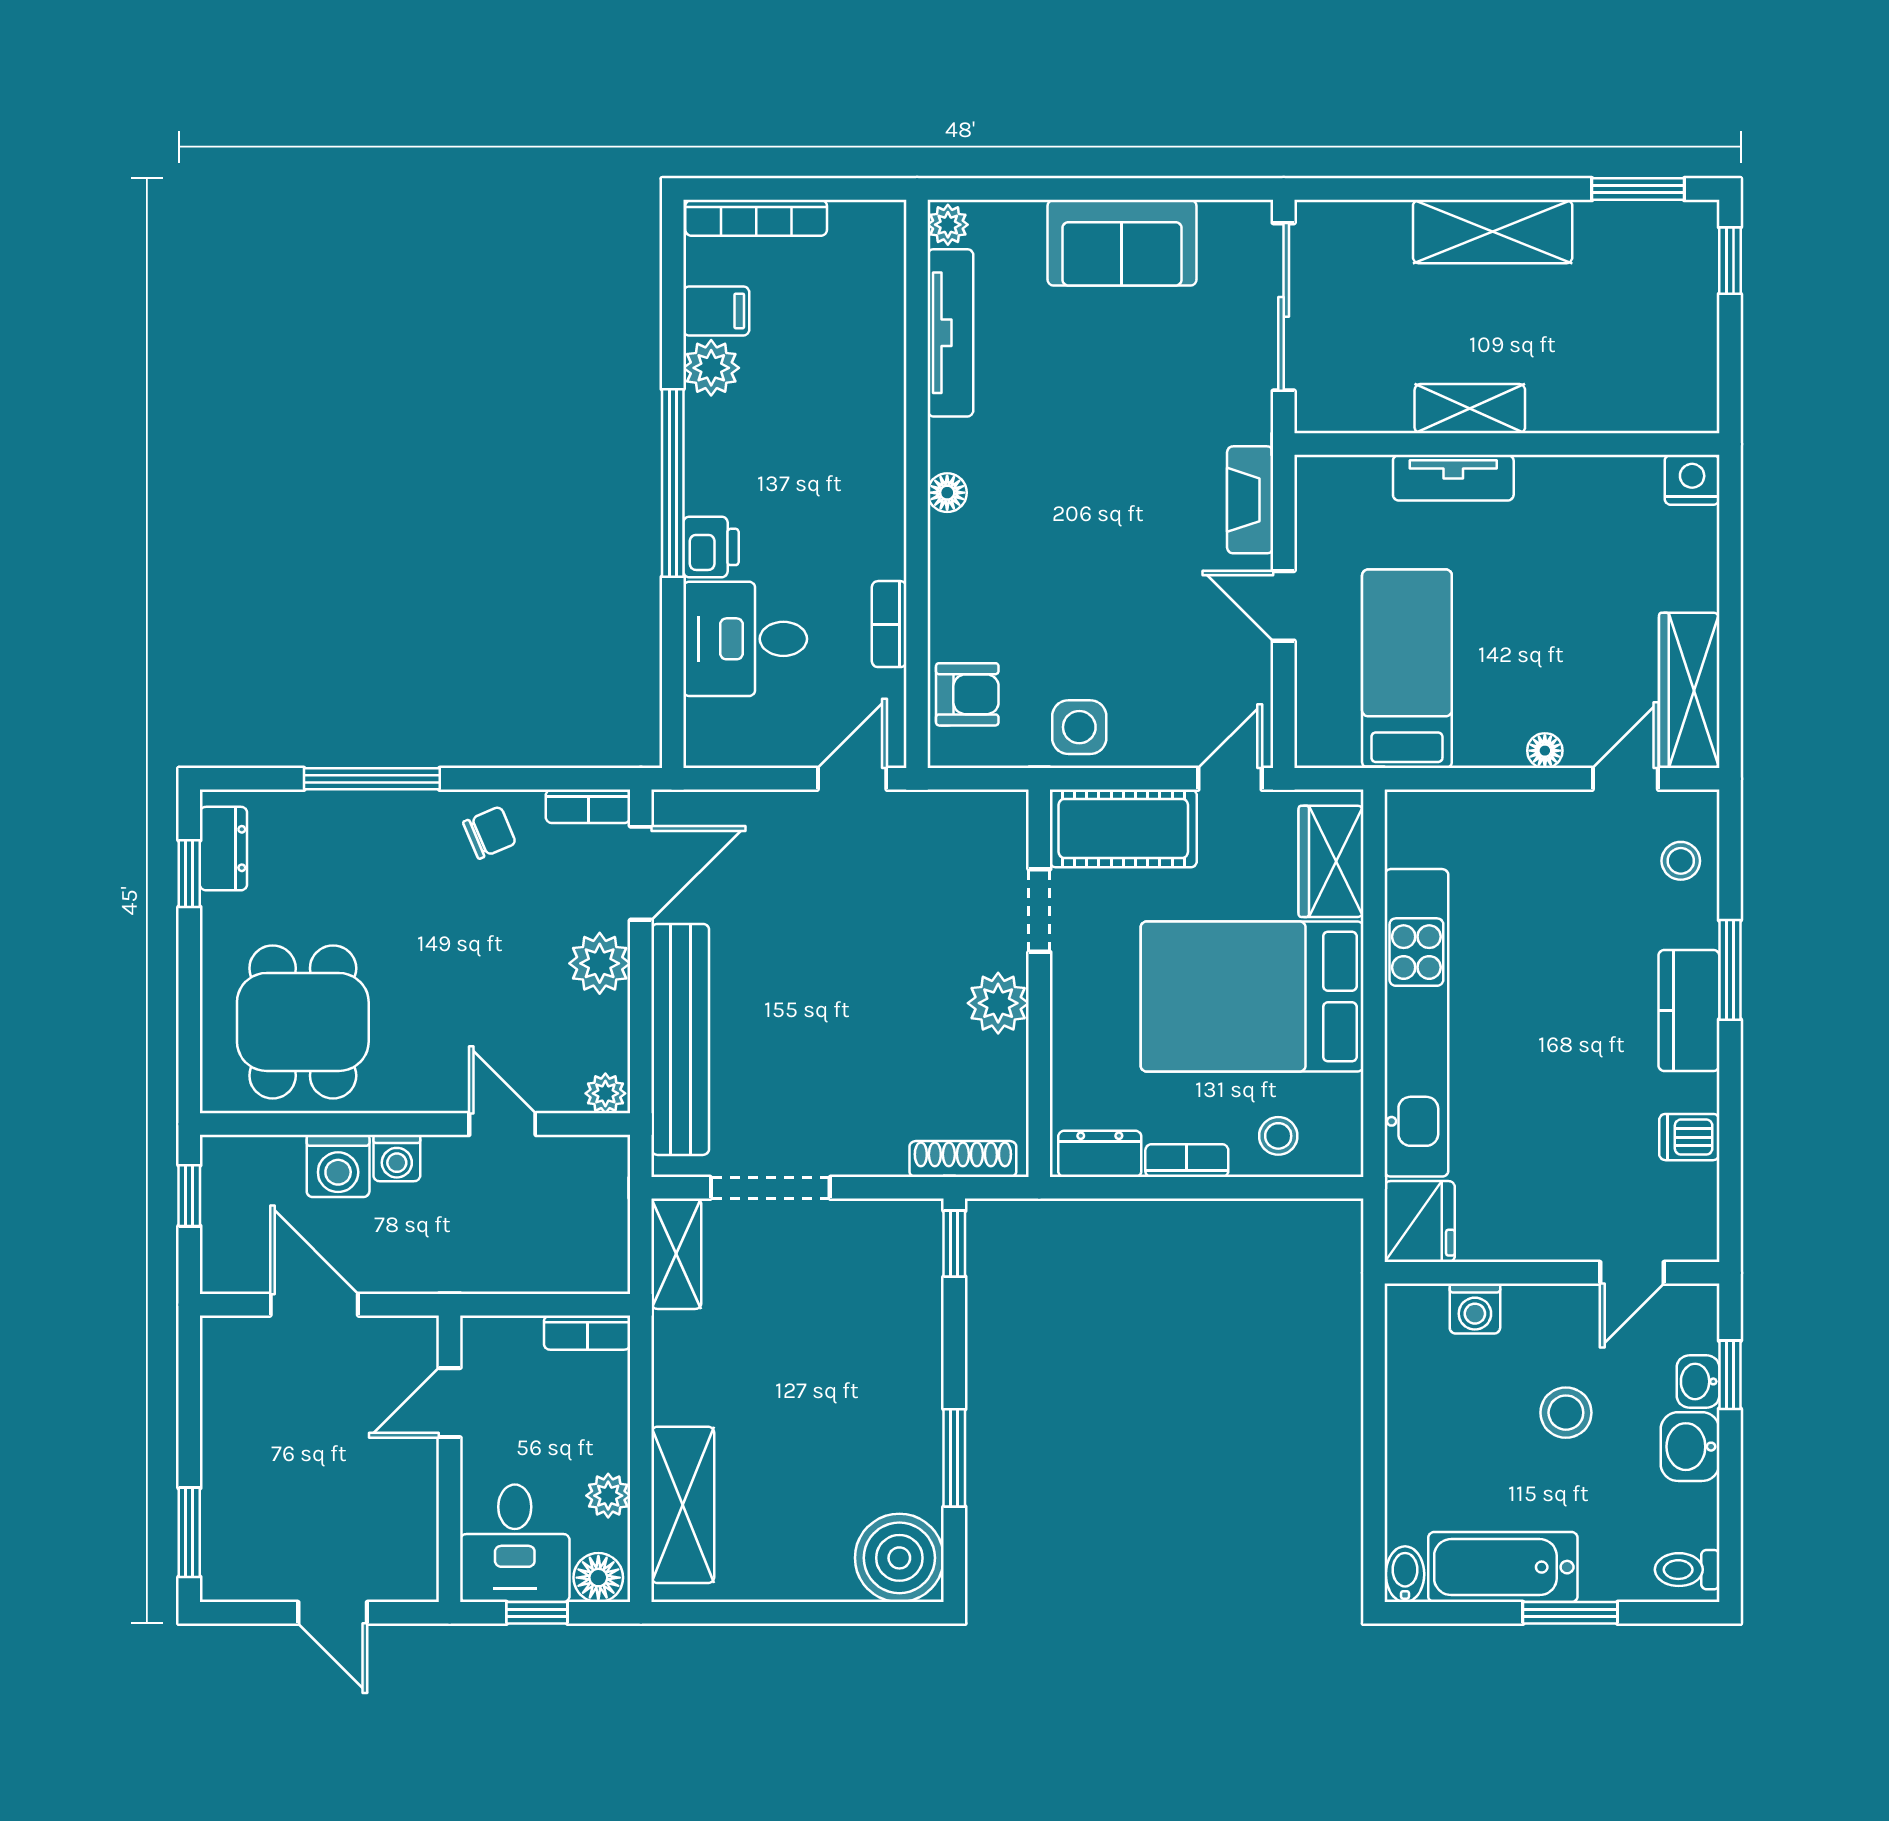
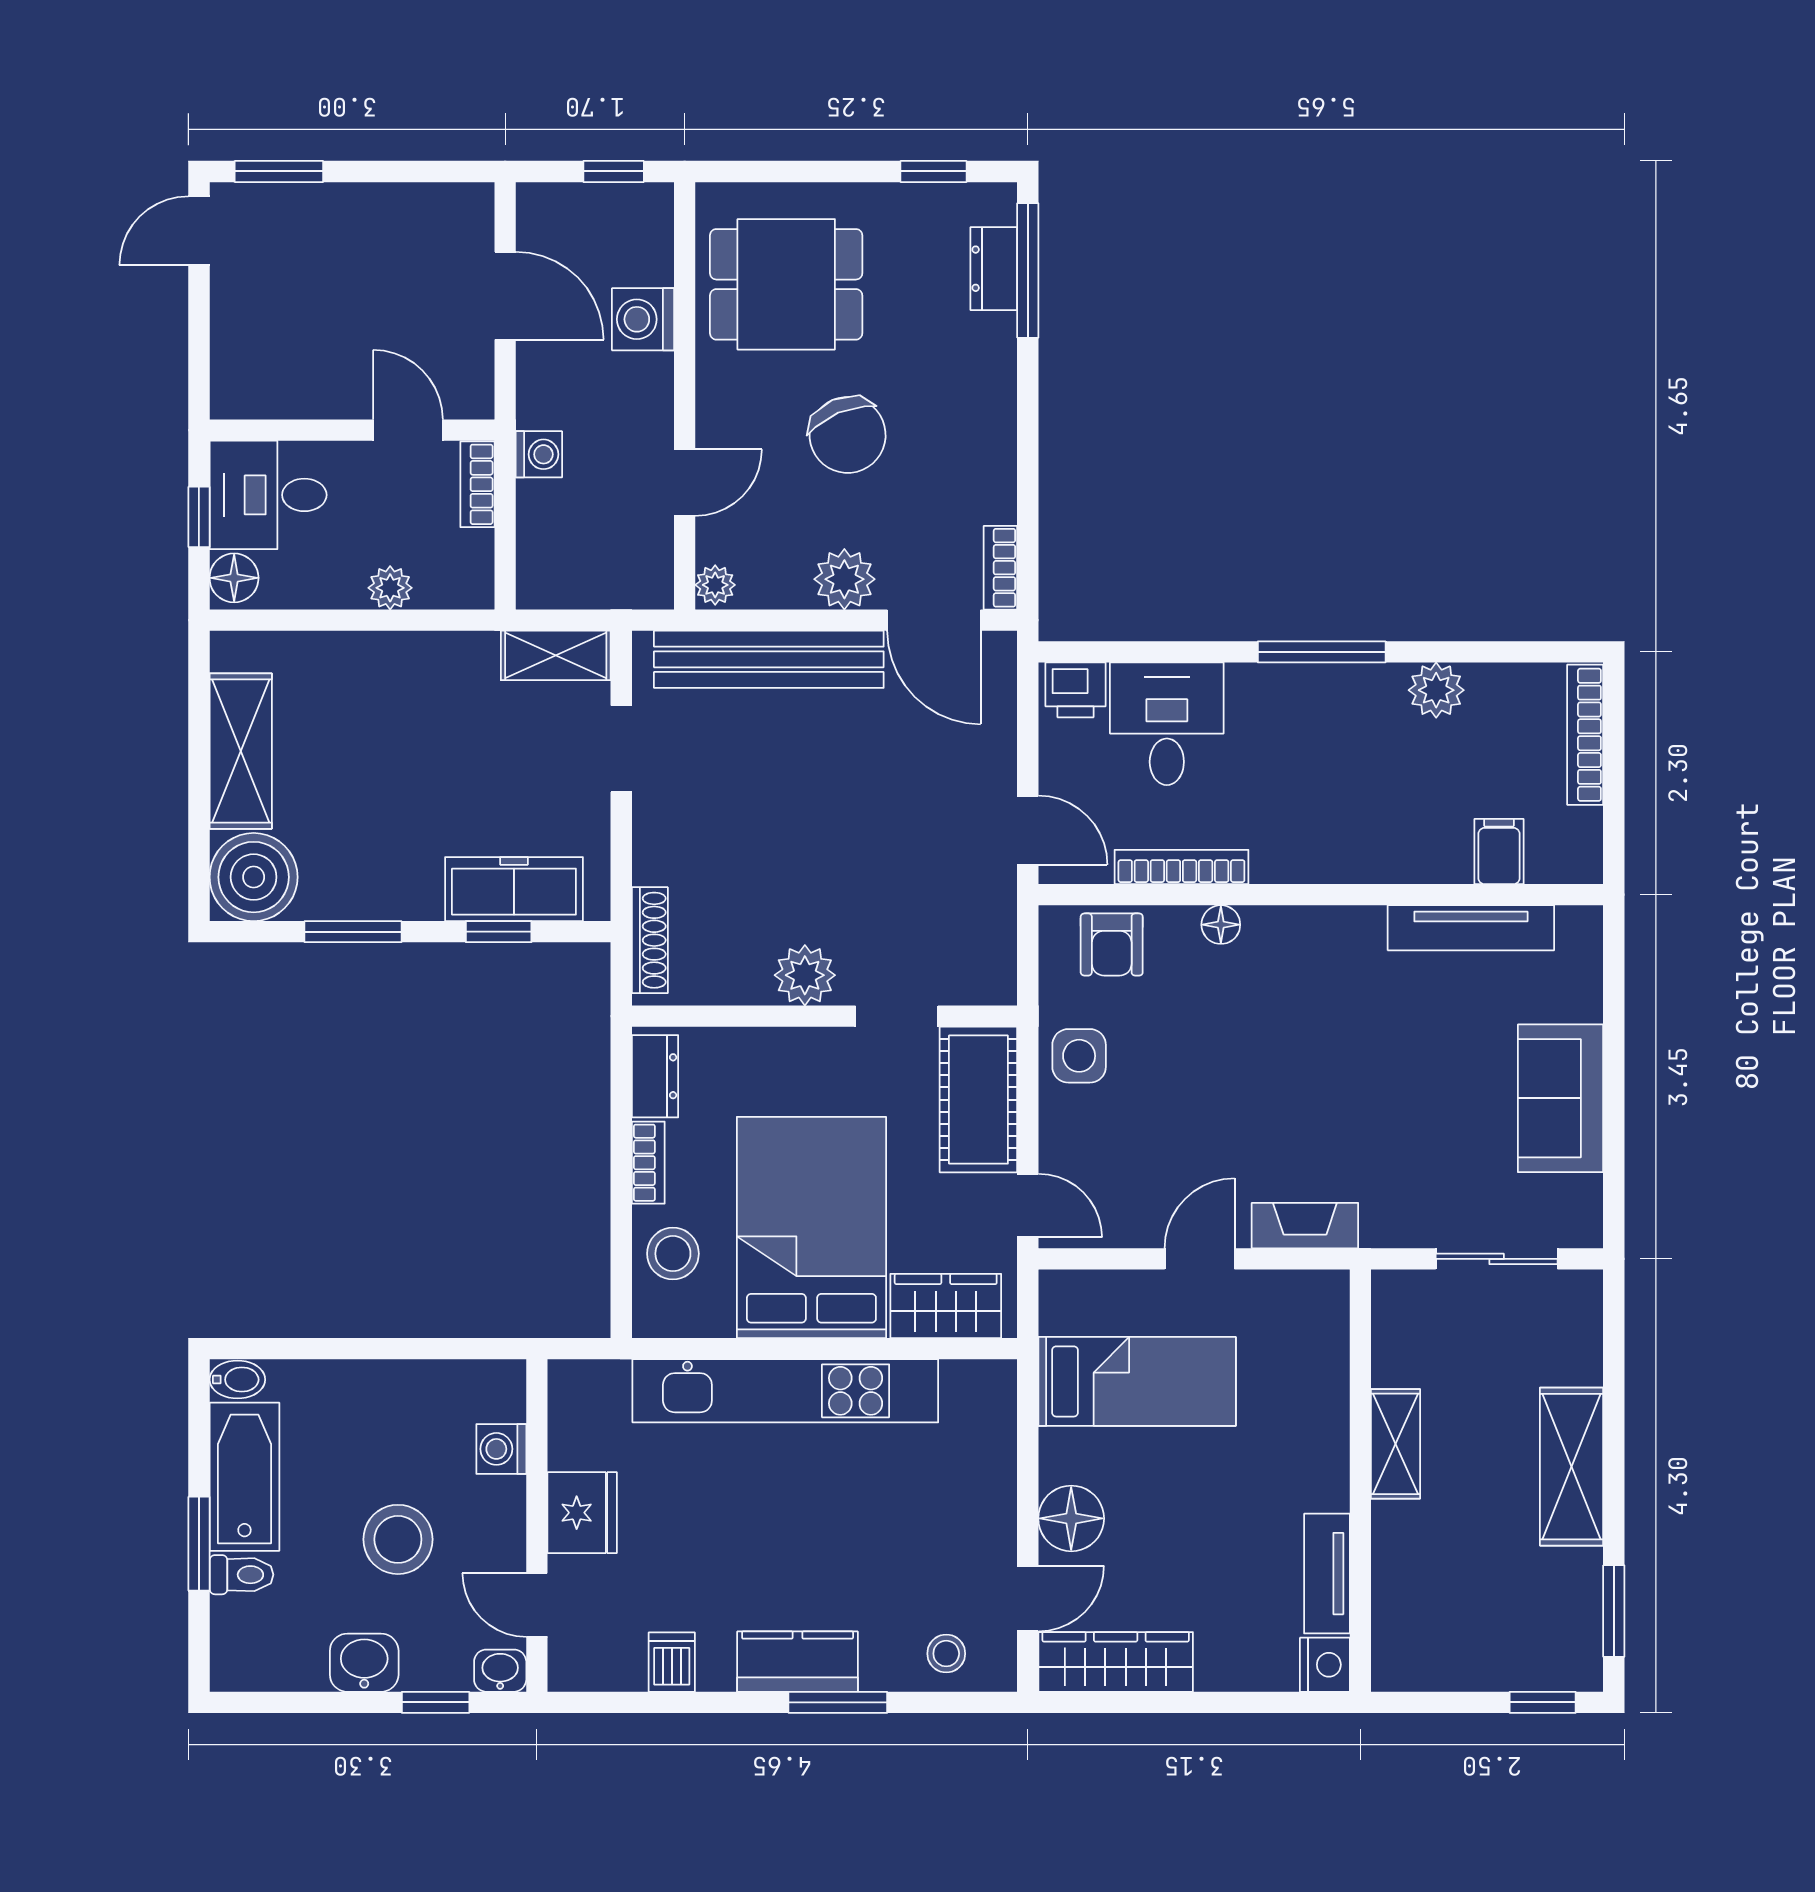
plant: (948, 225) -> (1578, 925), removed
sliding door: (1284, 307) -> (1497, 1259), width x0.73
filing cabinet: (716, 311) -> (1499, 851), moved, turned 180
tv unit: (1453, 478) -> (1327, 1574), moved
window: (673, 483) -> (1322, 652), width x0.68
floor lamp: (947, 493) -> (1221, 925), moved
printer: (711, 547) -> (1075, 690), moved
bookcase: (889, 624) -> (1181, 867), width x1.56
floor lamp: (1545, 751) -> (1071, 1518), width x1.89, depth x1.89
window: (372, 779) -> (1028, 270), moved
door: (1625, 779) -> (1028, 1599), hinge flipped
chair: (490, 833) -> (848, 435), moved, width x1.87, depth x1.87
dresser: (223, 849) -> (994, 269), moved, turned 90
stool: (1278, 1136) -> (673, 1254), width x1.37, depth x1.37
washing machine: (397, 1158) -> (539, 454), moved, turned 180
doorway: (770, 1188) -> (621, 749), width x0.73
fridge: (1420, 1222) -> (582, 1513), moved, turned -90
window: (954, 1244) -> (499, 932), moved
freezer: (911, 1296) -> (514, 889), added
door: (314, 1305) -> (505, 296), hinge flipped
bookcase: (587, 1333) -> (477, 484), moved
washbasin: (1698, 1381) -> (500, 1671), moved
stool: (1566, 1413) -> (398, 1539), width x1.38, depth x1.38
plant: (608, 1496) -> (390, 588), moved
shelving: (683, 1505) -> (241, 751), moved, turned 90
toilet: (1687, 1570) -> (241, 1575), moved, turned 90
door: (333, 1613) -> (199, 231), moved

